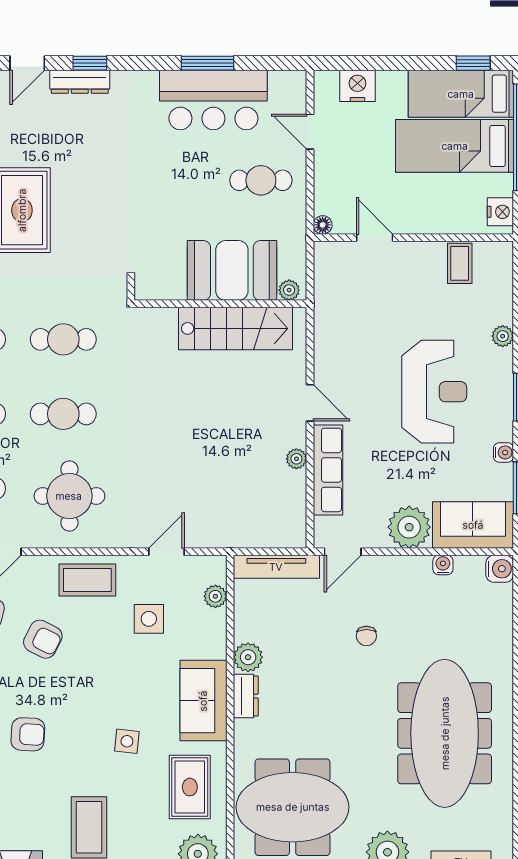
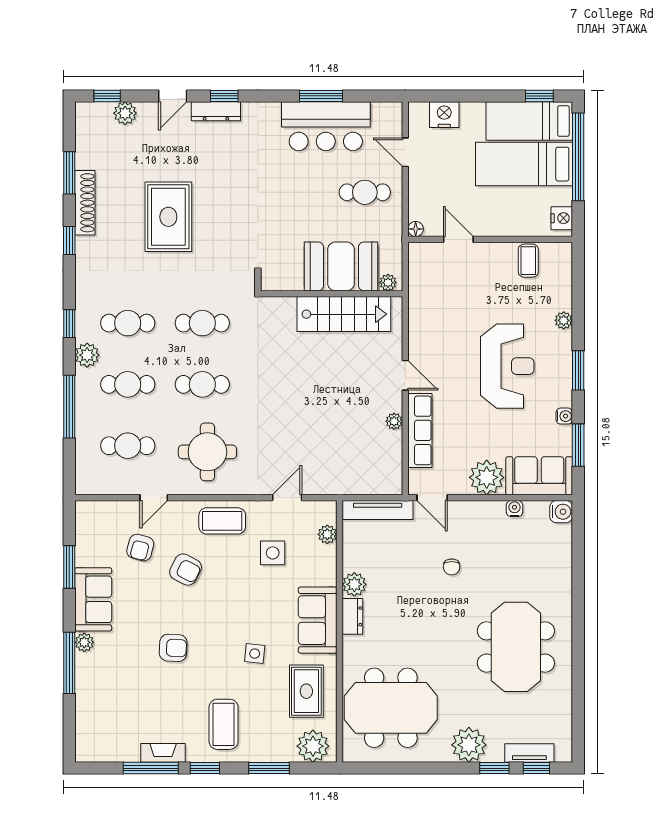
door: (343, 552) -> (432, 498), hinge flipped
meeting table: (445, 733) -> (516, 647), width x0.73

